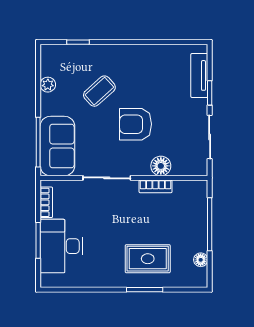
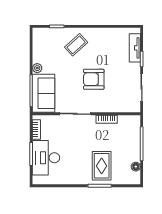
plant: (48, 85) -> (37, 68), moved
coffee table: (99, 91) -> (76, 45), moved
floor lamp: (161, 166) -> (110, 106), removed
rug: (148, 259) -> (102, 166), turned 90

